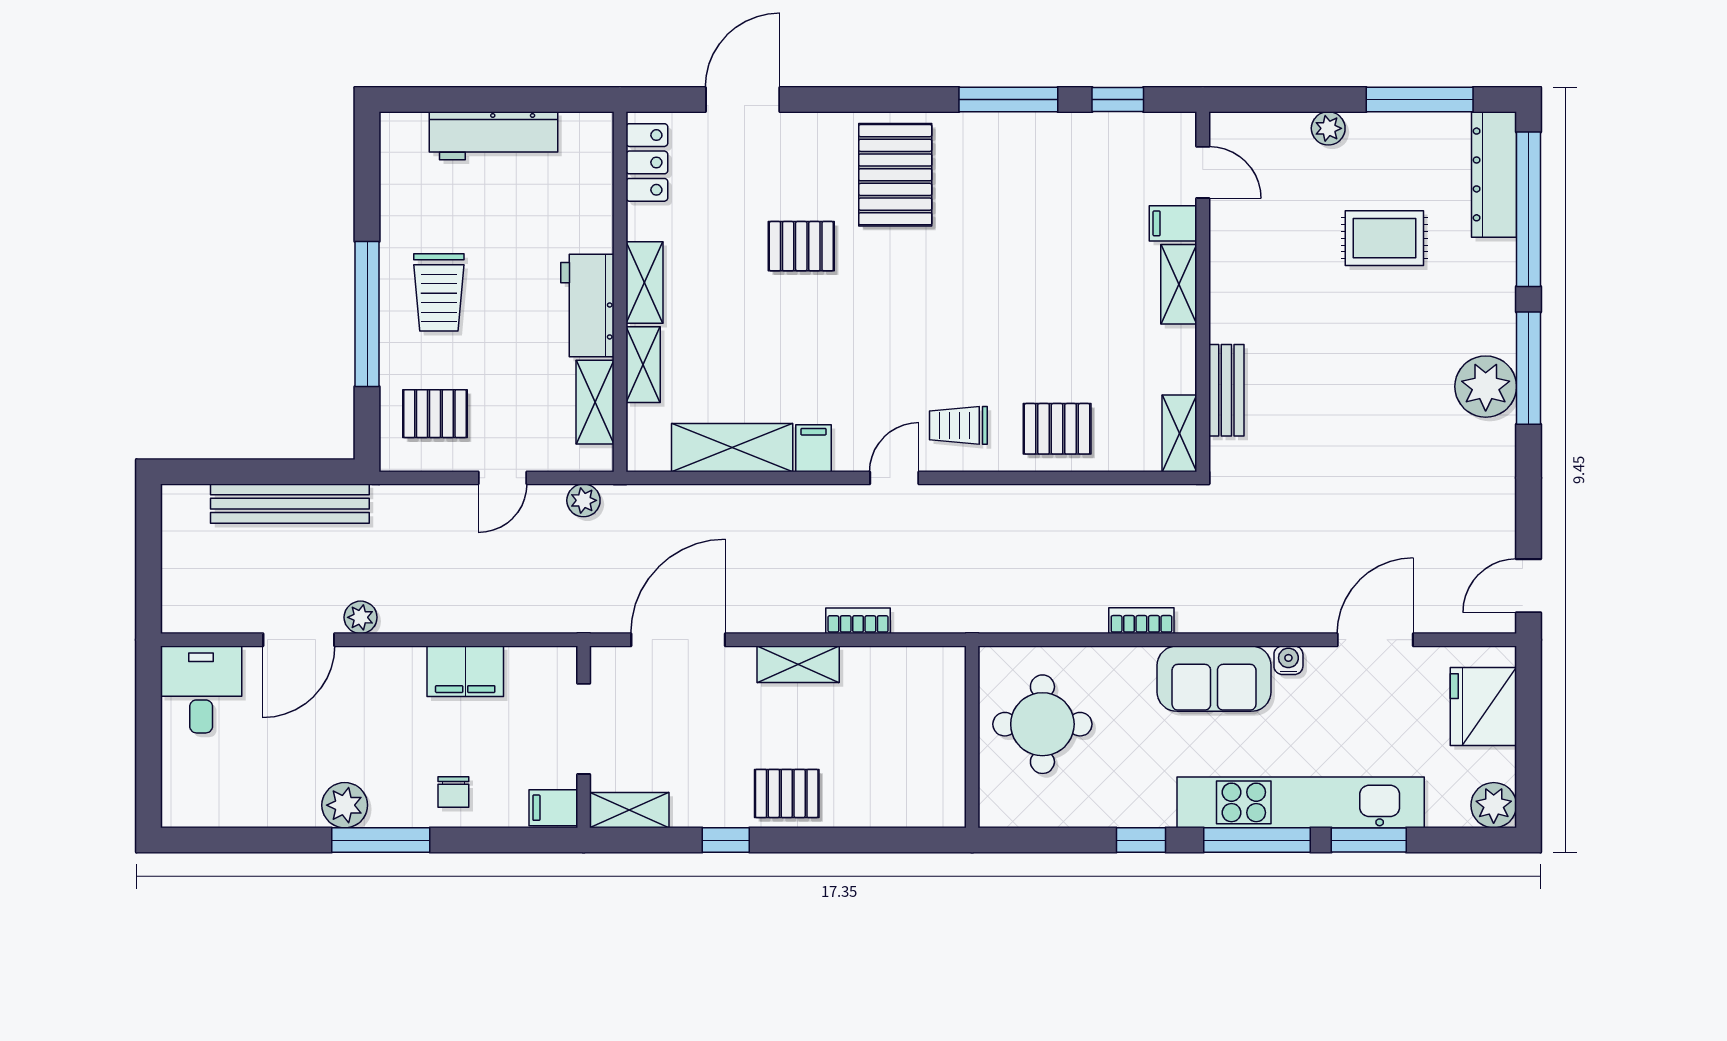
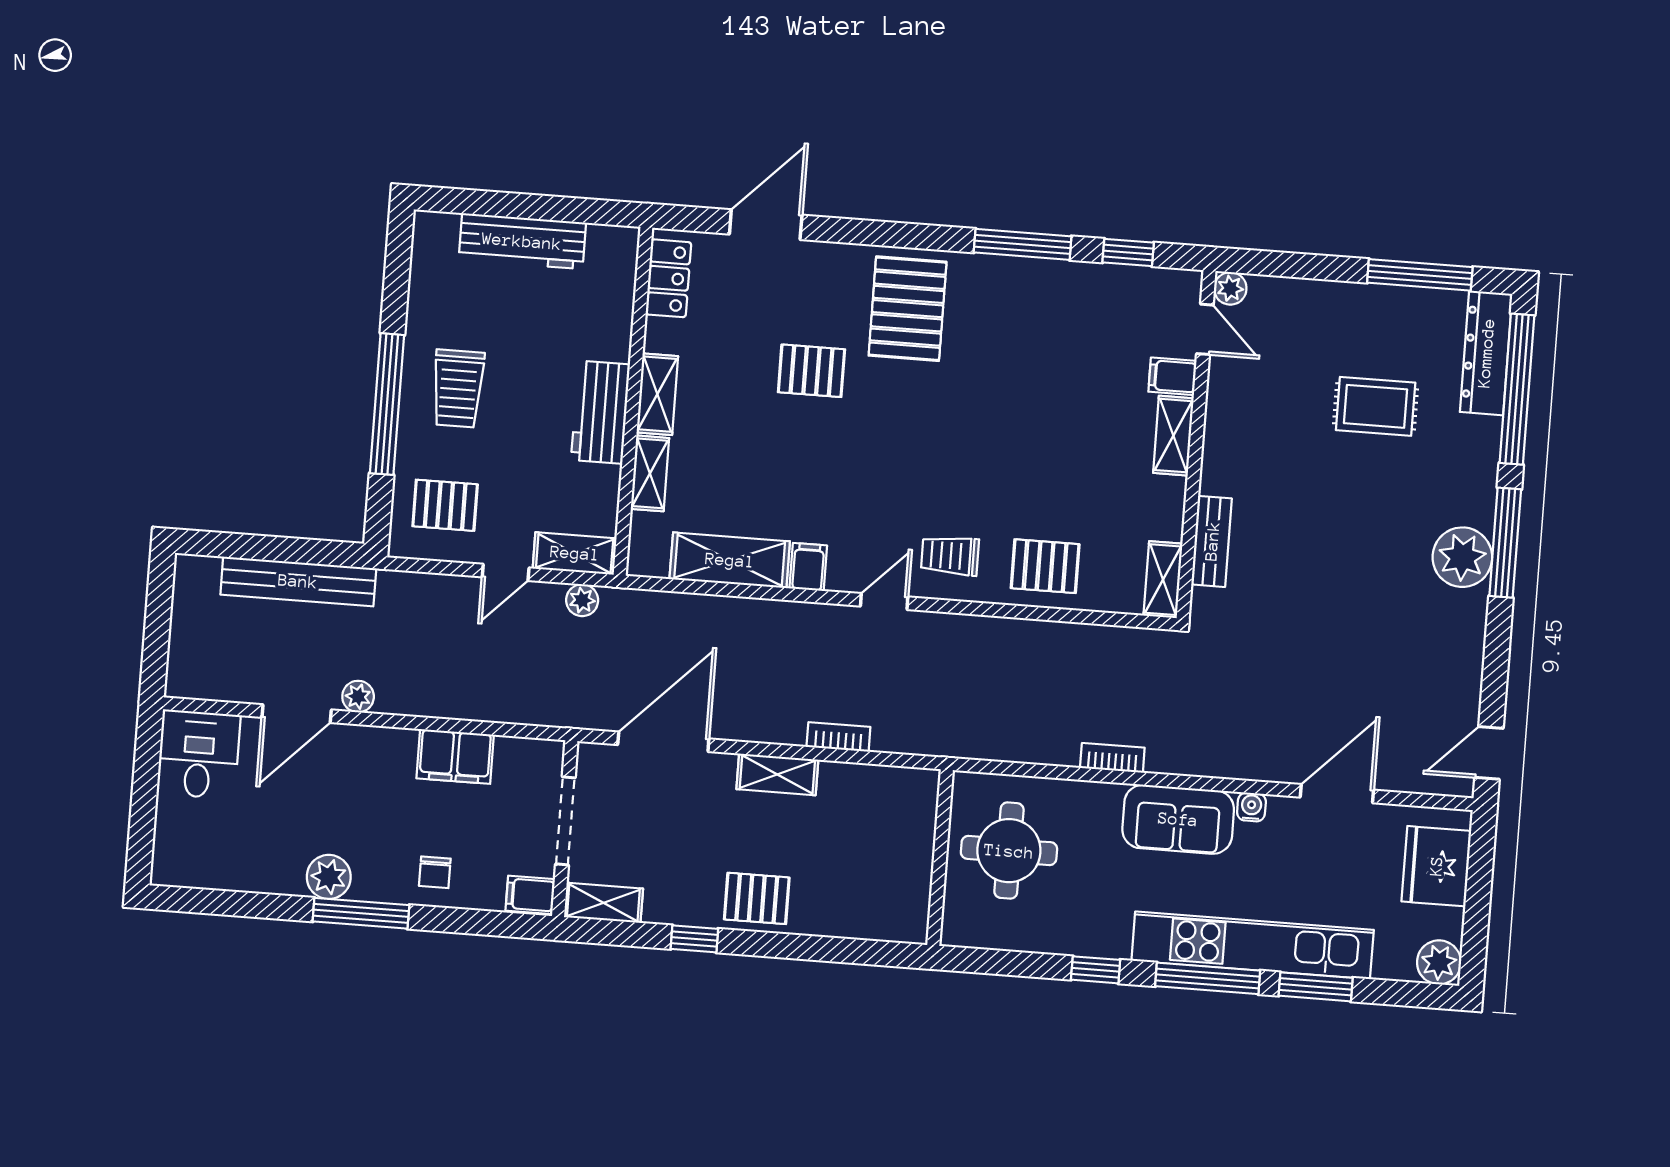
plant: (1328, 128) -> (1230, 288), moved
shelving: (595, 402) -> (575, 553), moved, turned 90

